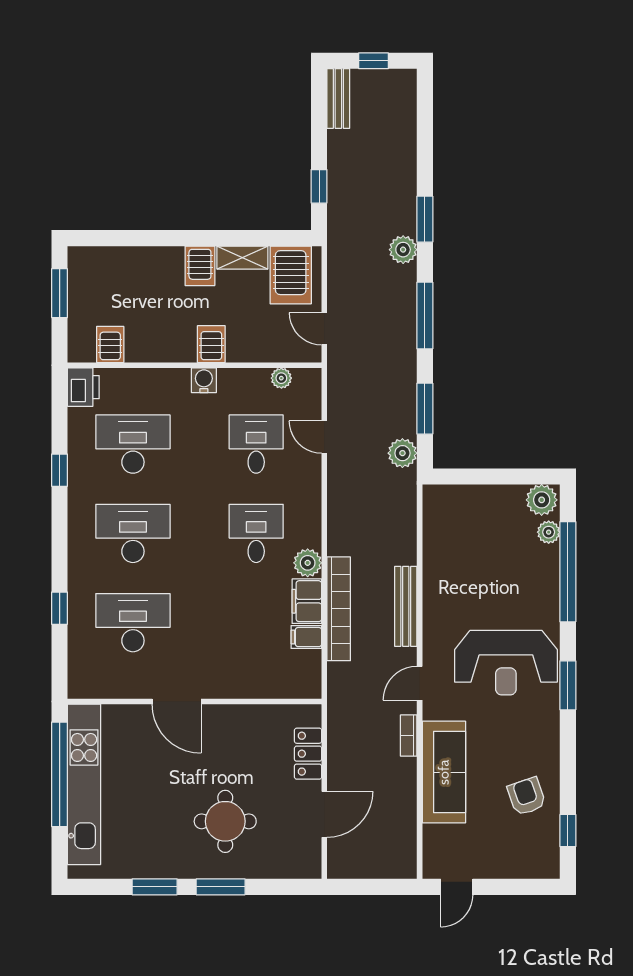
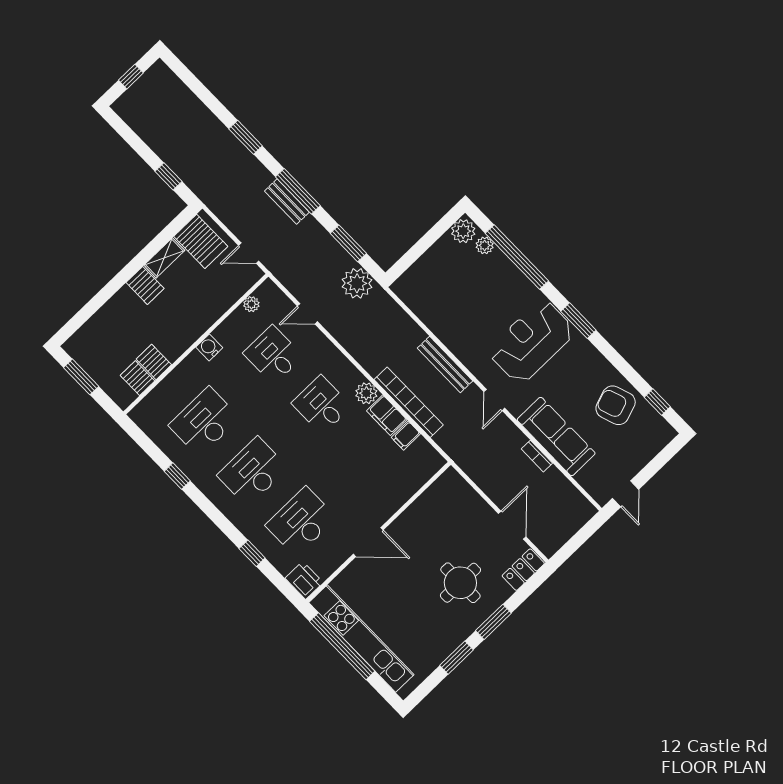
bench: (338, 99) -> (287, 202), moved
plant: (403, 250) -> (250, 166), removed
server rack: (211, 344) -> (154, 362), moved
printer: (83, 387) -> (304, 580), moved
plant: (402, 453) -> (357, 283), width x1.36, depth x1.36
reception desk: (506, 663) -> (532, 342), turned 180
bookcase: (409, 736) -> (537, 456), moved
locker: (308, 754) -> (523, 570), moved, turned 90
armchair: (527, 796) -> (616, 405), width x1.38, depth x1.38

